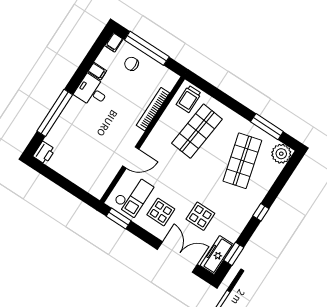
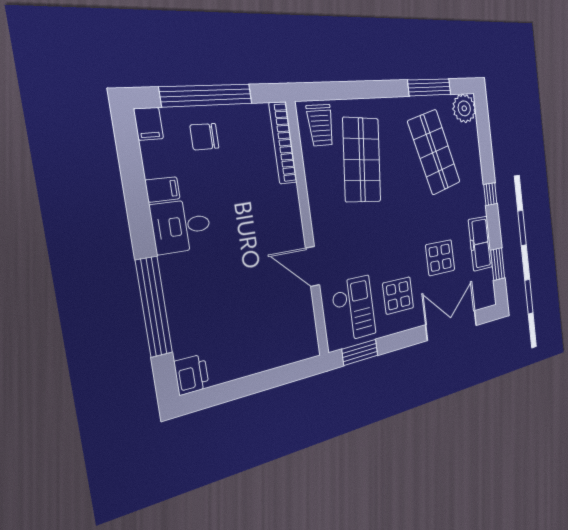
bookcase: (153, 109) -> (283, 143), moved
door: (131, 158) -> (313, 267), swing flipped
freezer: (217, 255) -> (480, 244), moved

